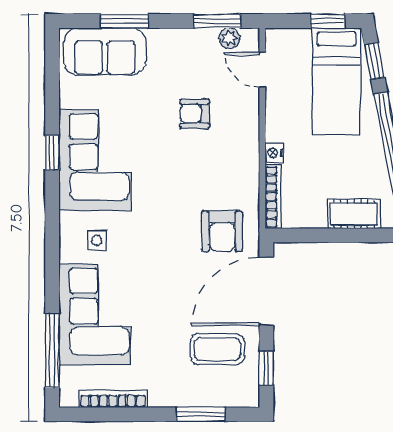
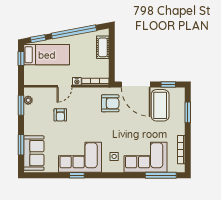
door: (262, 70) -> (64, 86), moved
coffee table: (217, 349) -> (160, 105), width x1.36, depth x1.32

